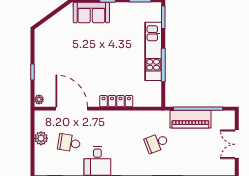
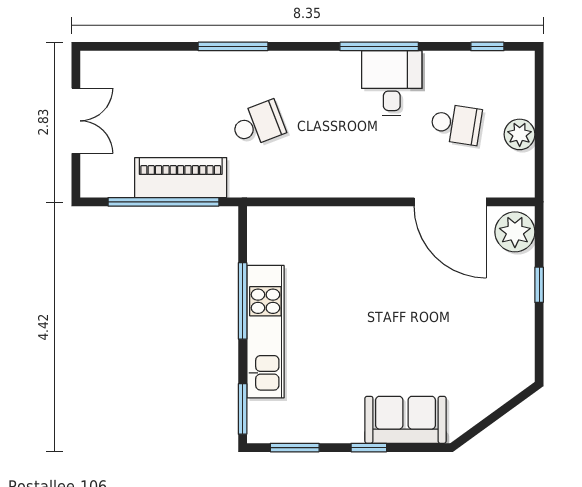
plant: (39, 99) -> (515, 232), width x1.88, depth x1.88
locker: (116, 101) -> (349, 219), removed

